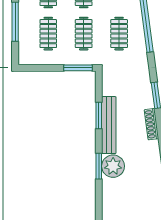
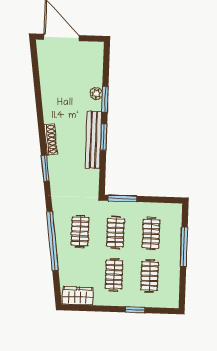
window: (99, 115) -> (104, 137), moved
plant: (113, 166) -> (96, 94), width x0.53, depth x0.53

